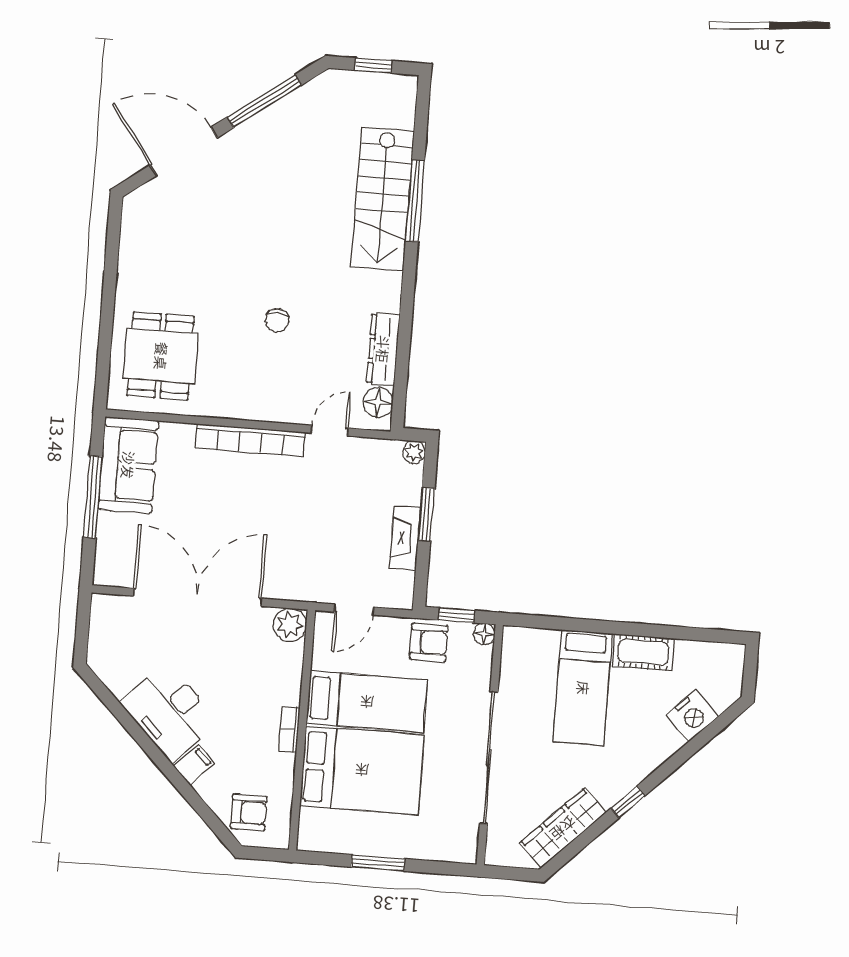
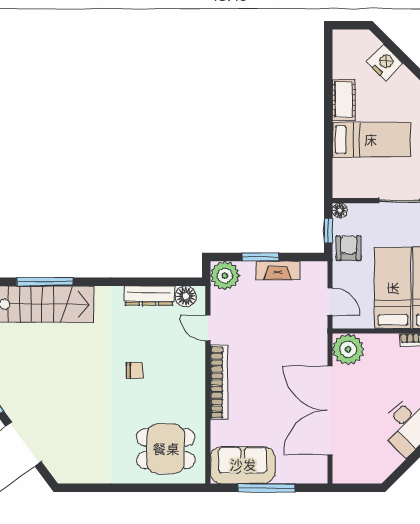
plant: (414, 452) -> (225, 276), width x1.88, depth x1.88
plant: (290, 625) -> (348, 349), width x1.36, depth x1.36

